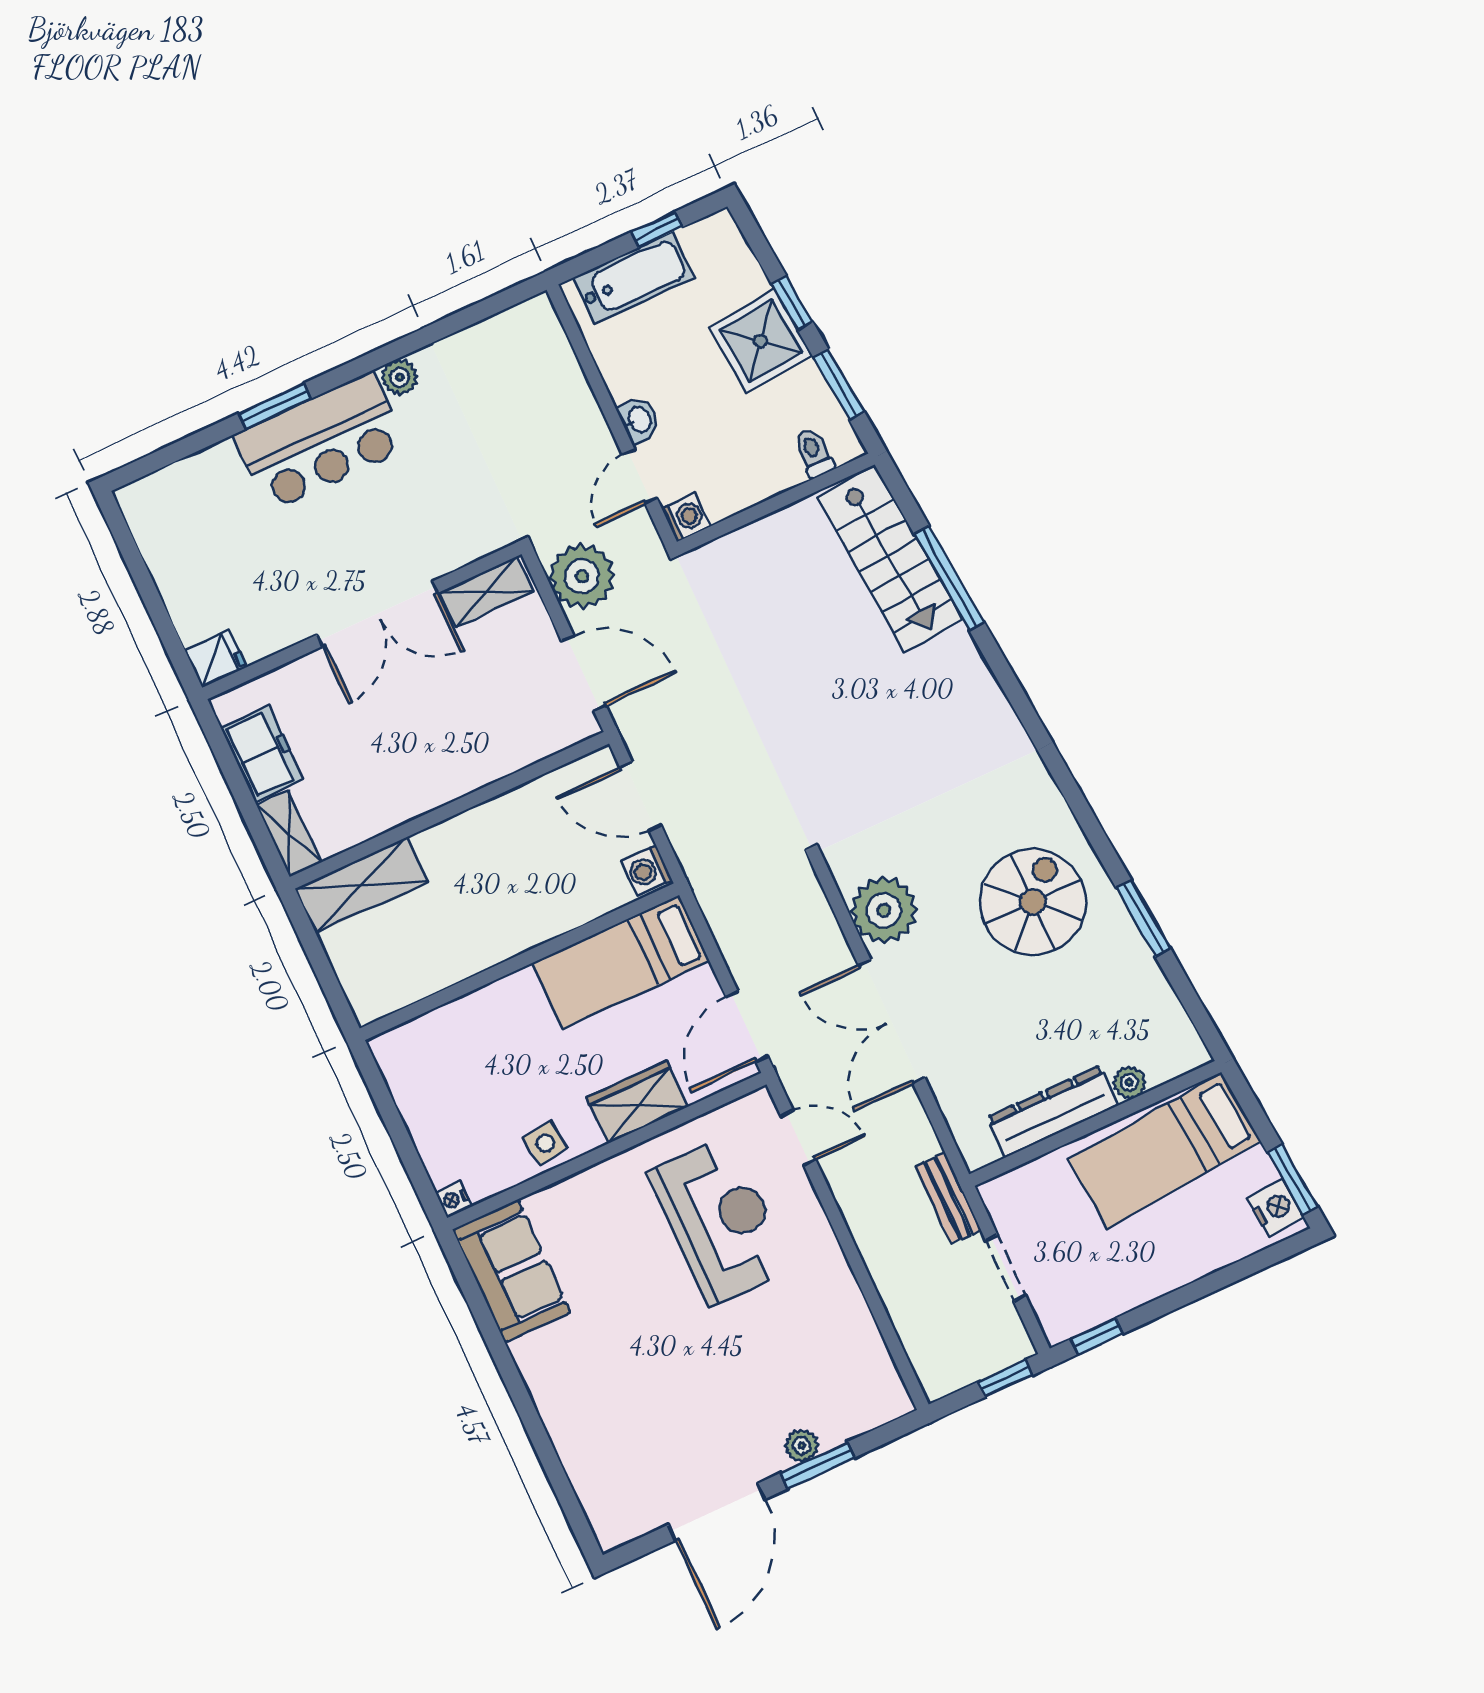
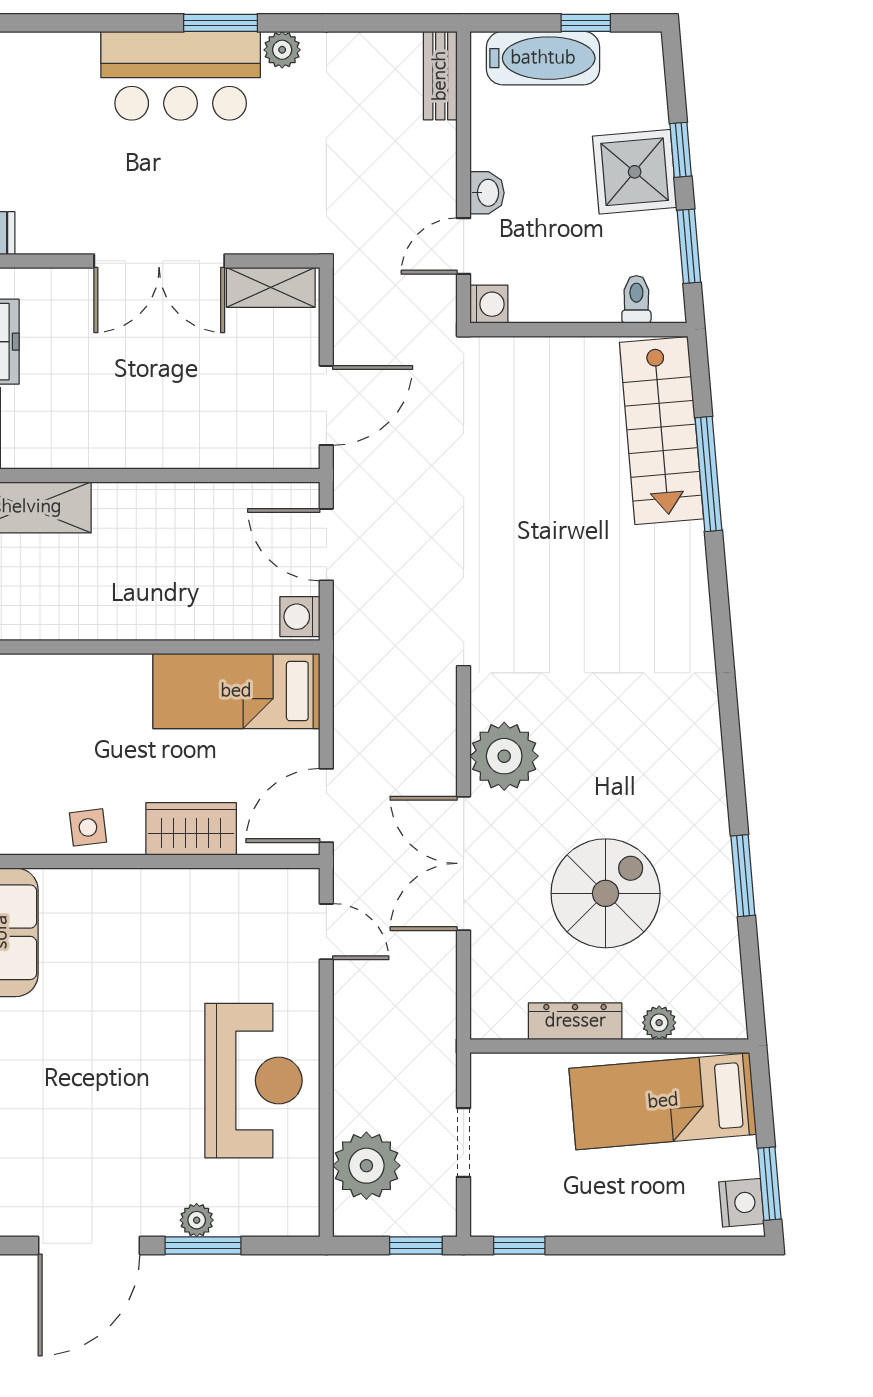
window: (274, 406) -> (221, 23), moved
plant: (582, 576) -> (366, 1166), moved
door: (584, 673) -> (326, 405), hinge flipped
spiral stairs: (1033, 902) -> (606, 893), moved
dresser: (1053, 1112) -> (575, 1021), width x0.73, depth x0.80
bench: (948, 1198) -> (440, 76), moved
reception desk: (720, 1220) -> (253, 1081), moved

